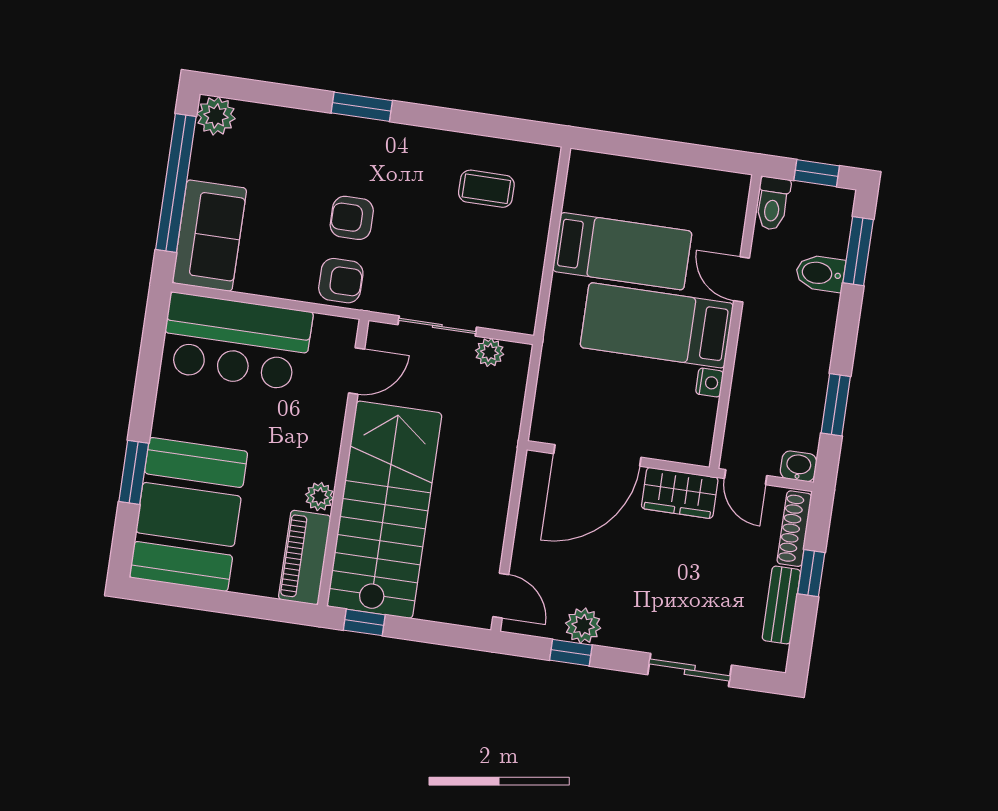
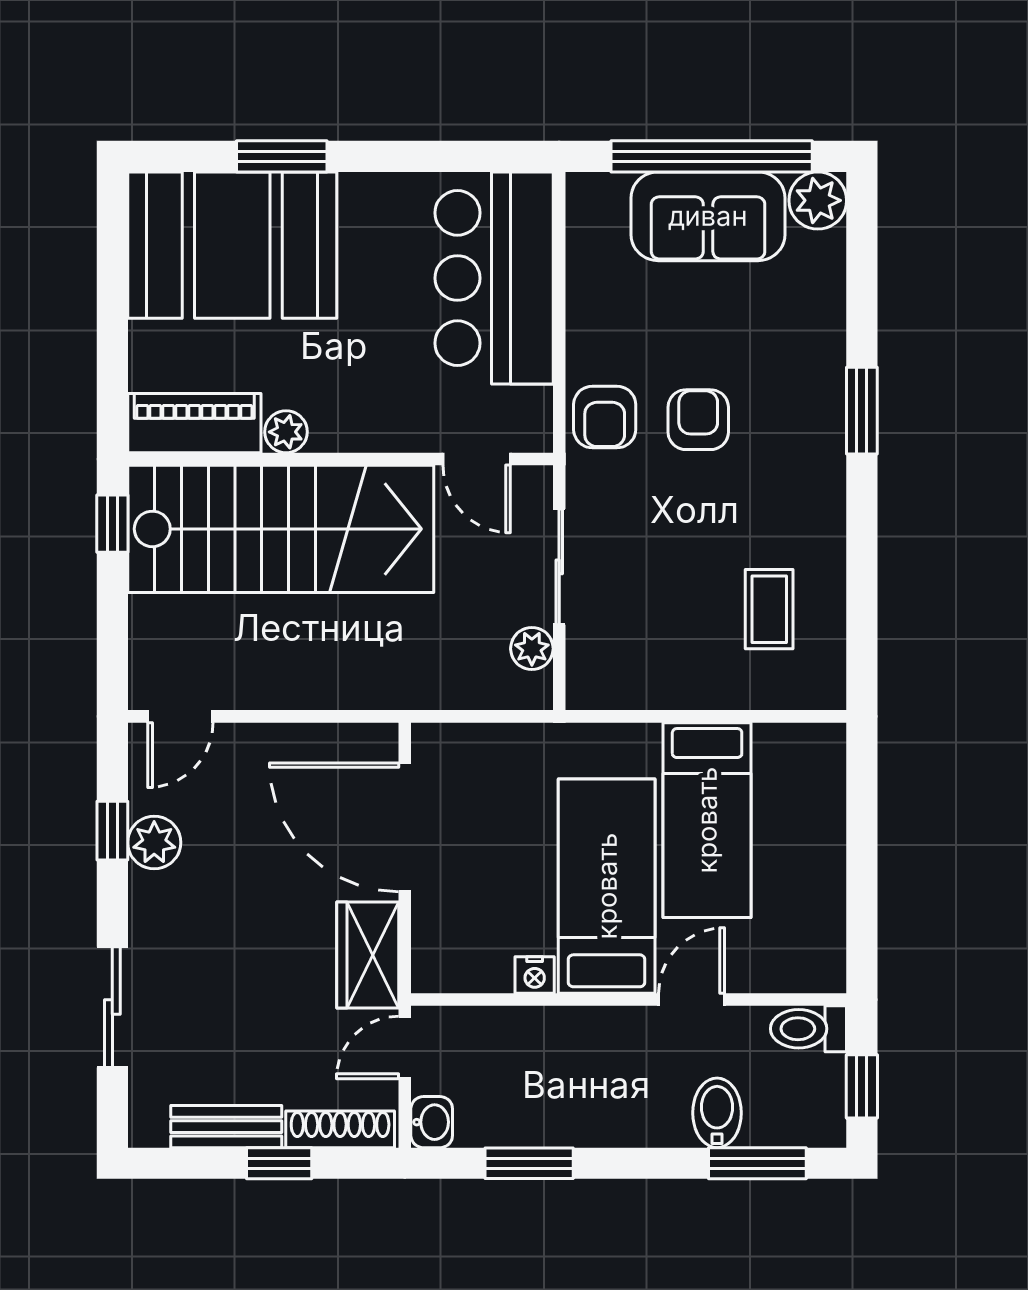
sofa: (209, 236) -> (708, 216), moved

